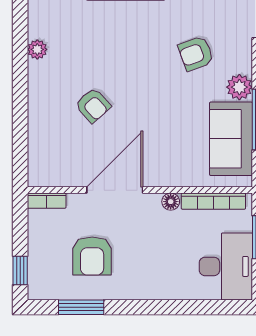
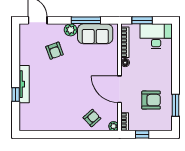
plant: (37, 49) -> (114, 126), moved
armchair: (93, 105) -> (92, 118), moved
window: (20, 271) -> (142, 134), moved

